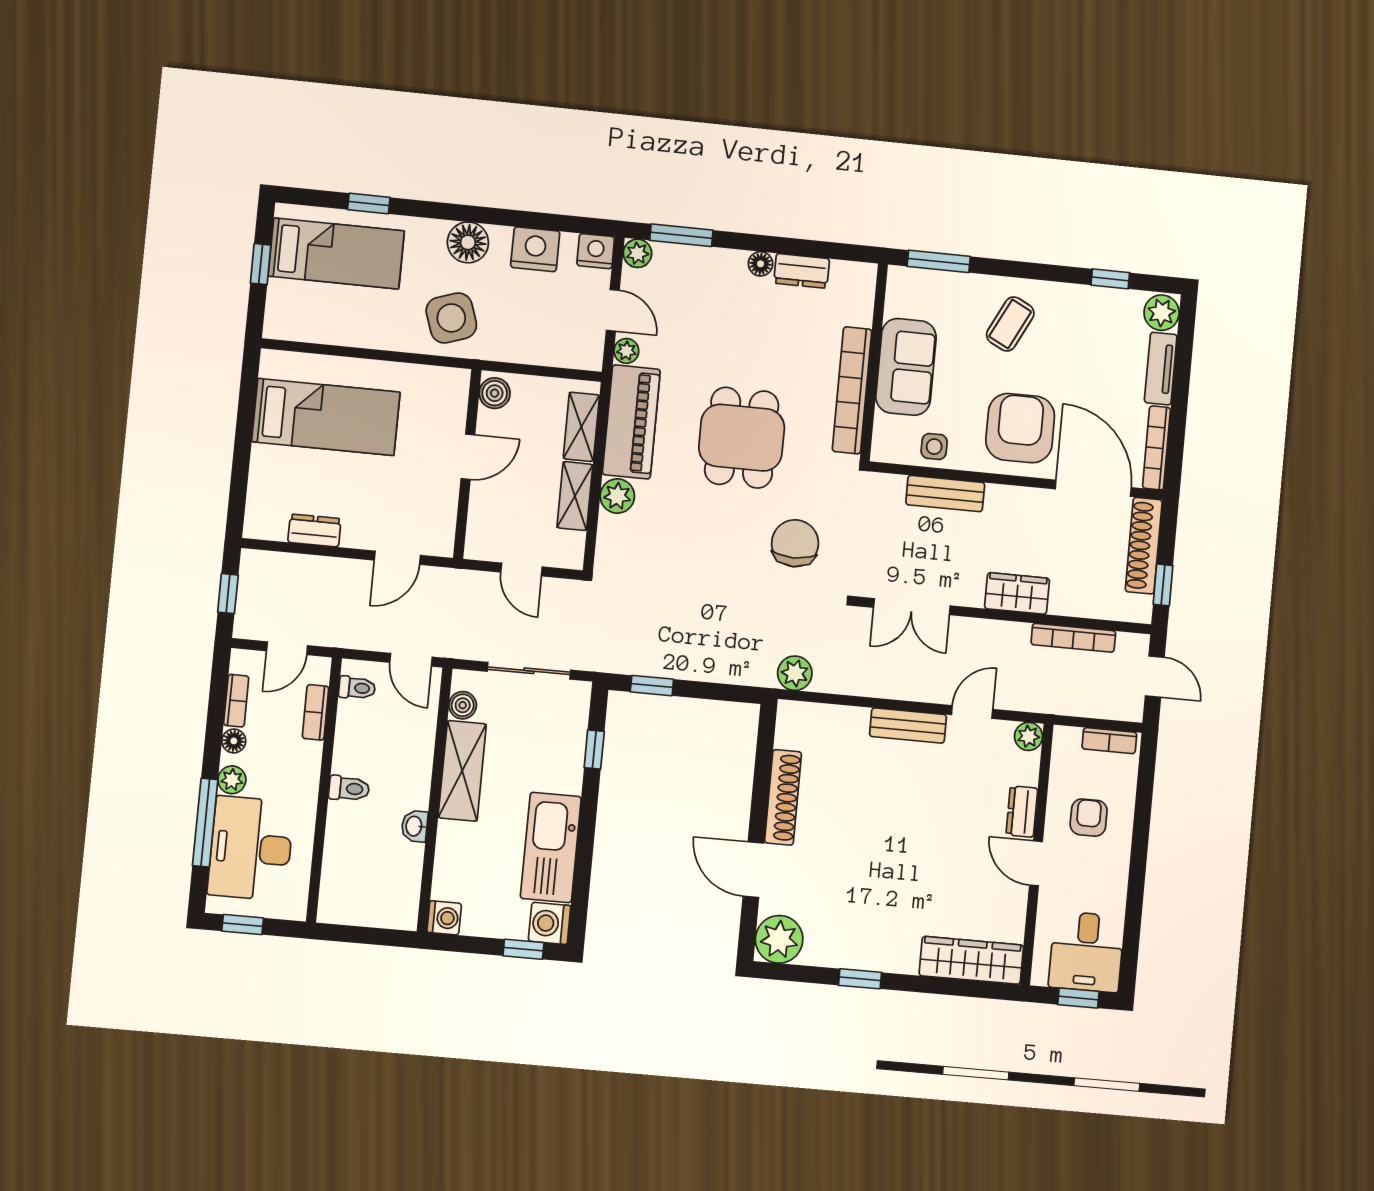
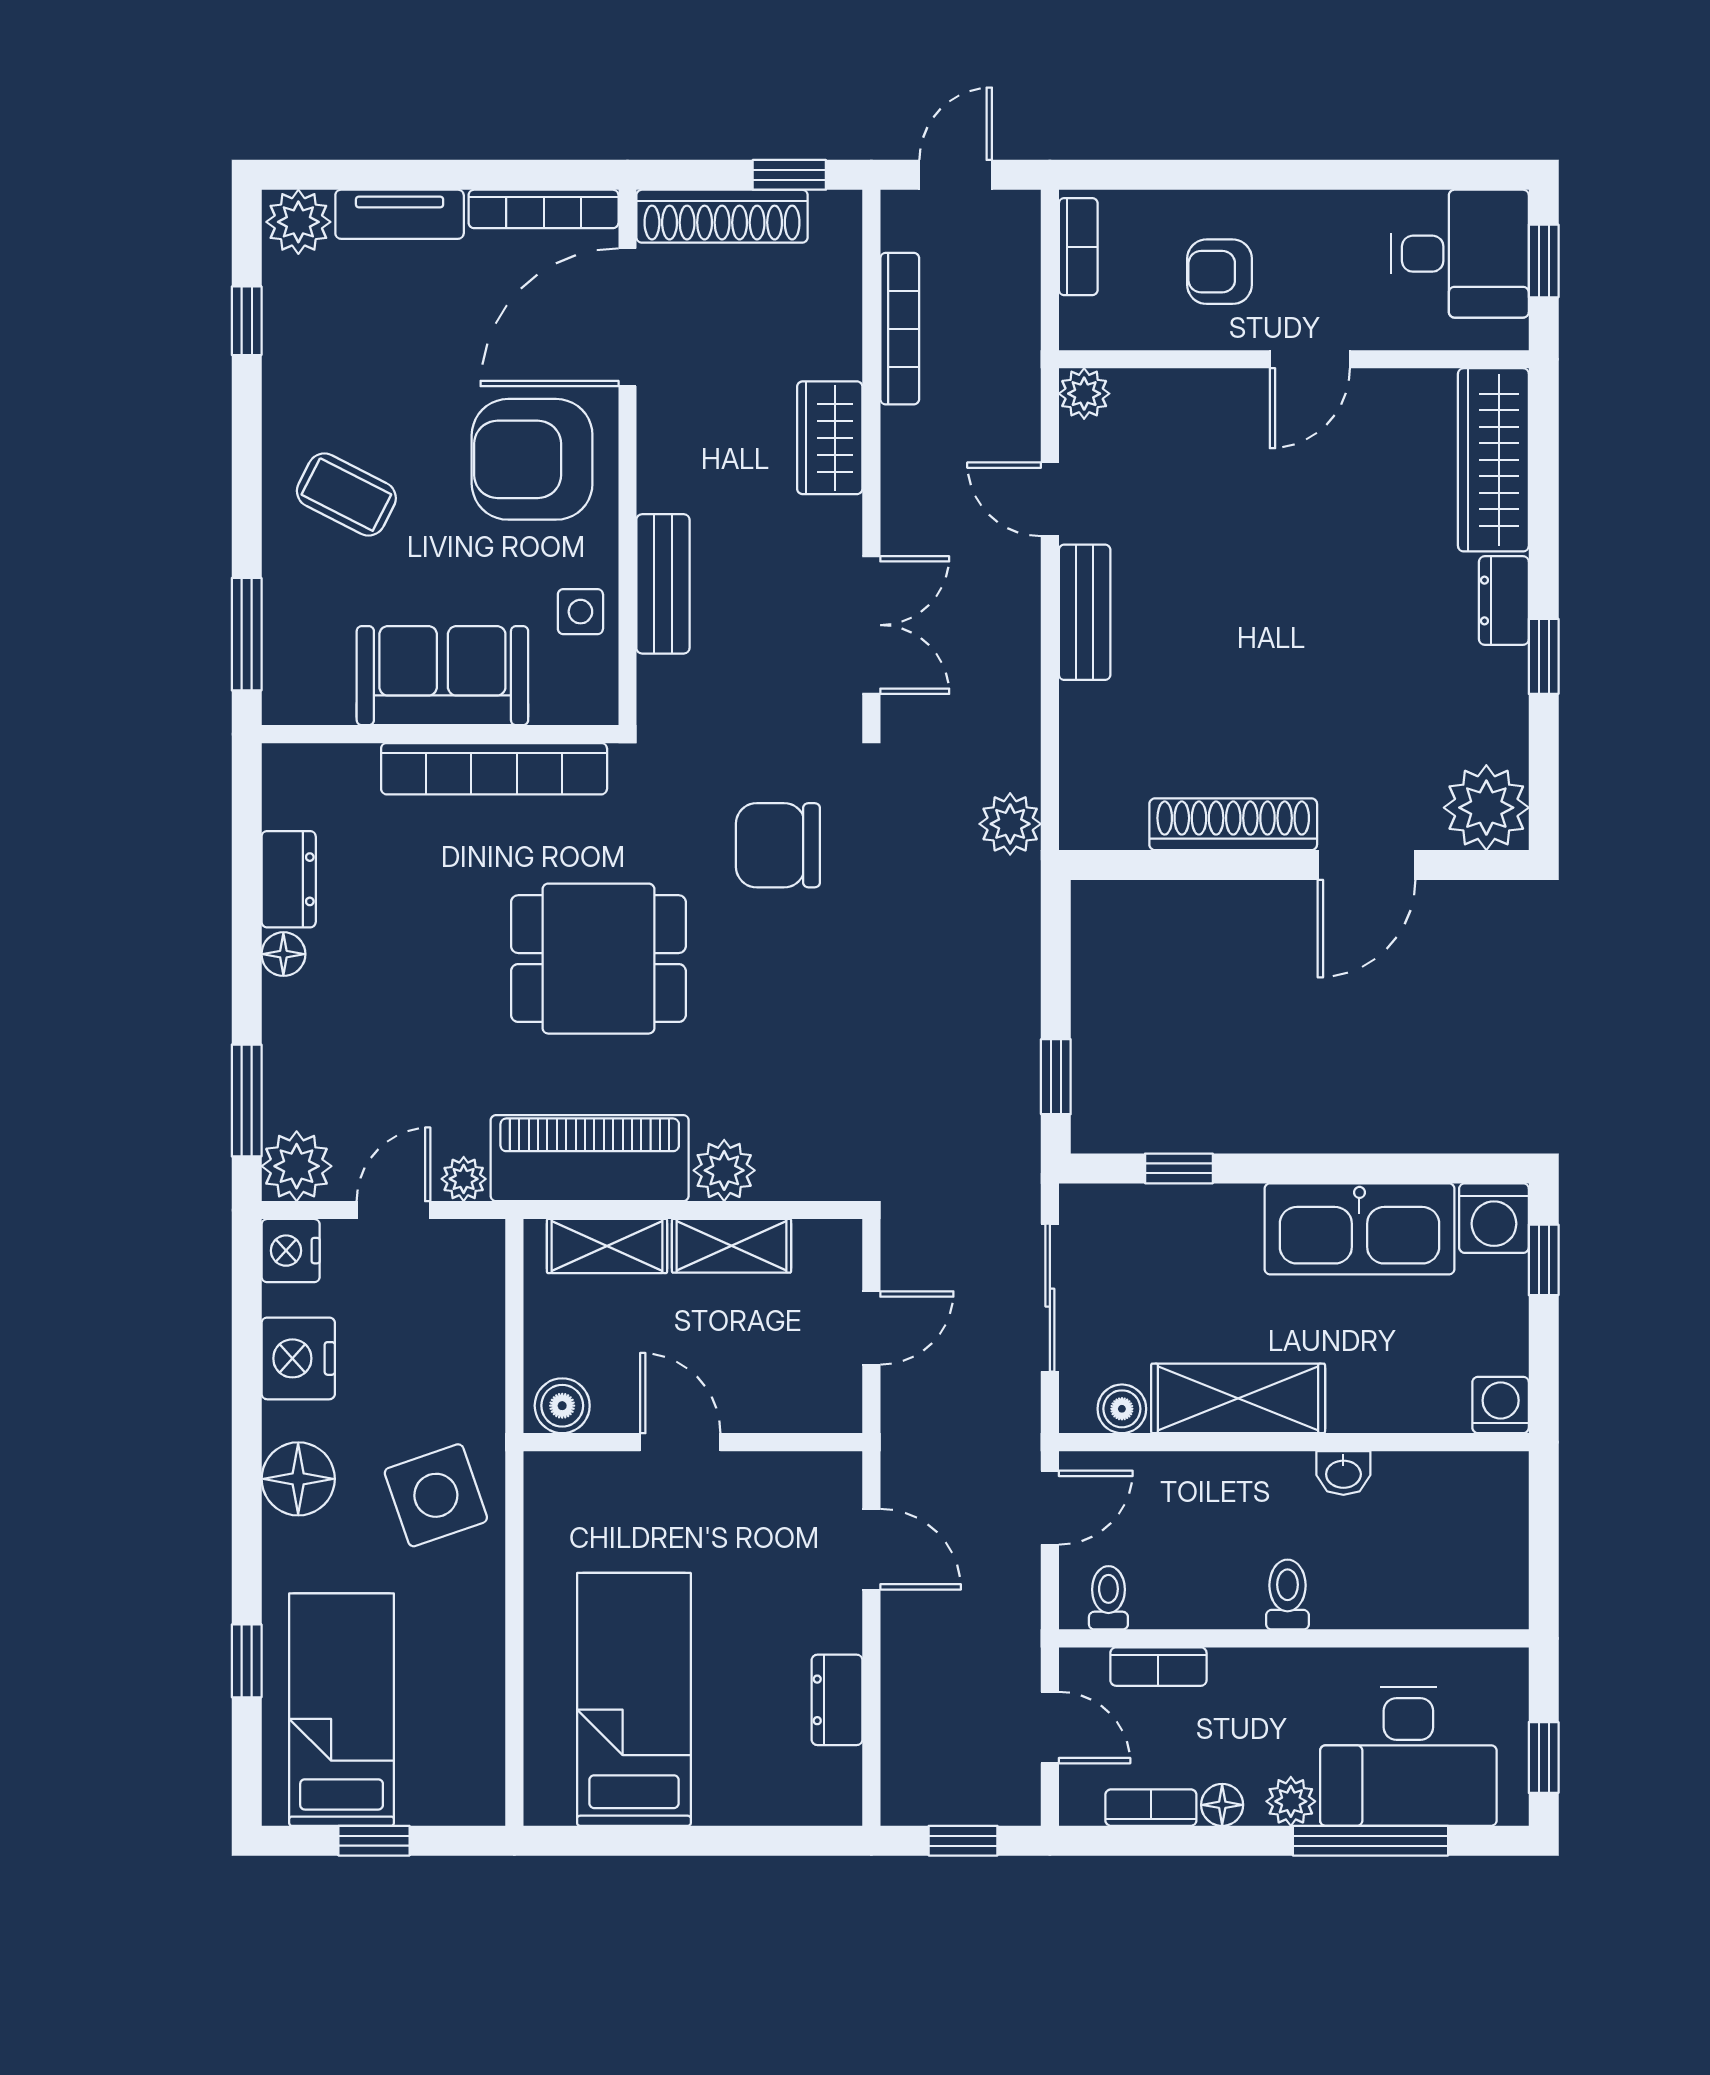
plant: (638, 253) -> (297, 1166), width x1.38, depth x1.38
dresser: (1022, 812) -> (1504, 600), moved, turned 90

